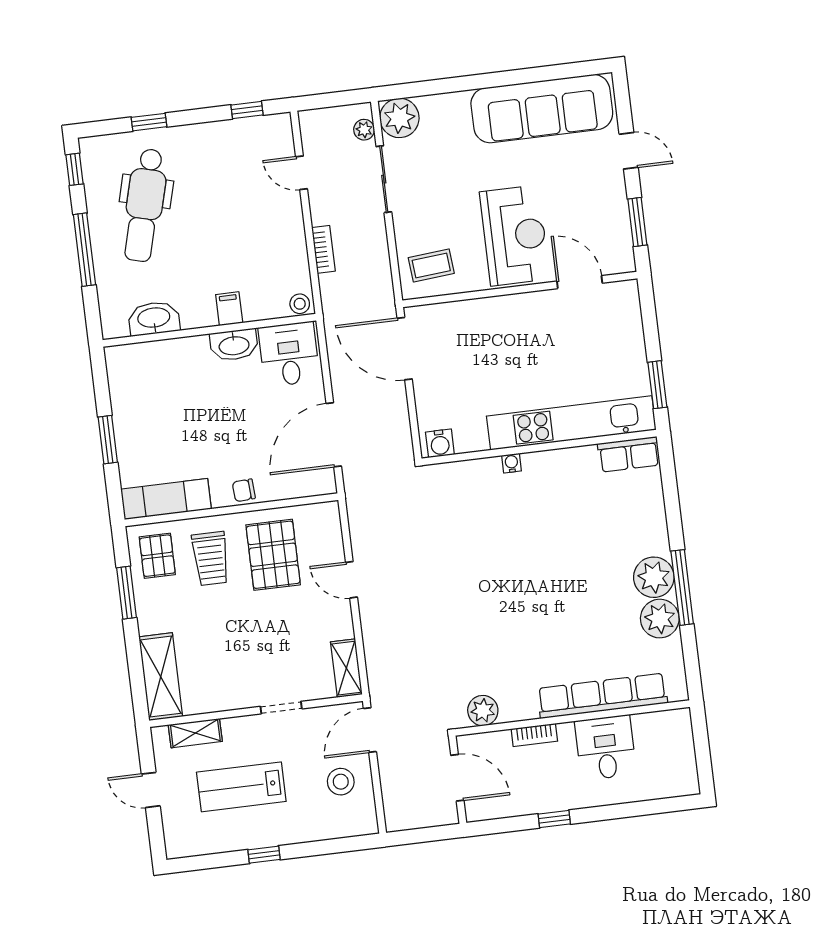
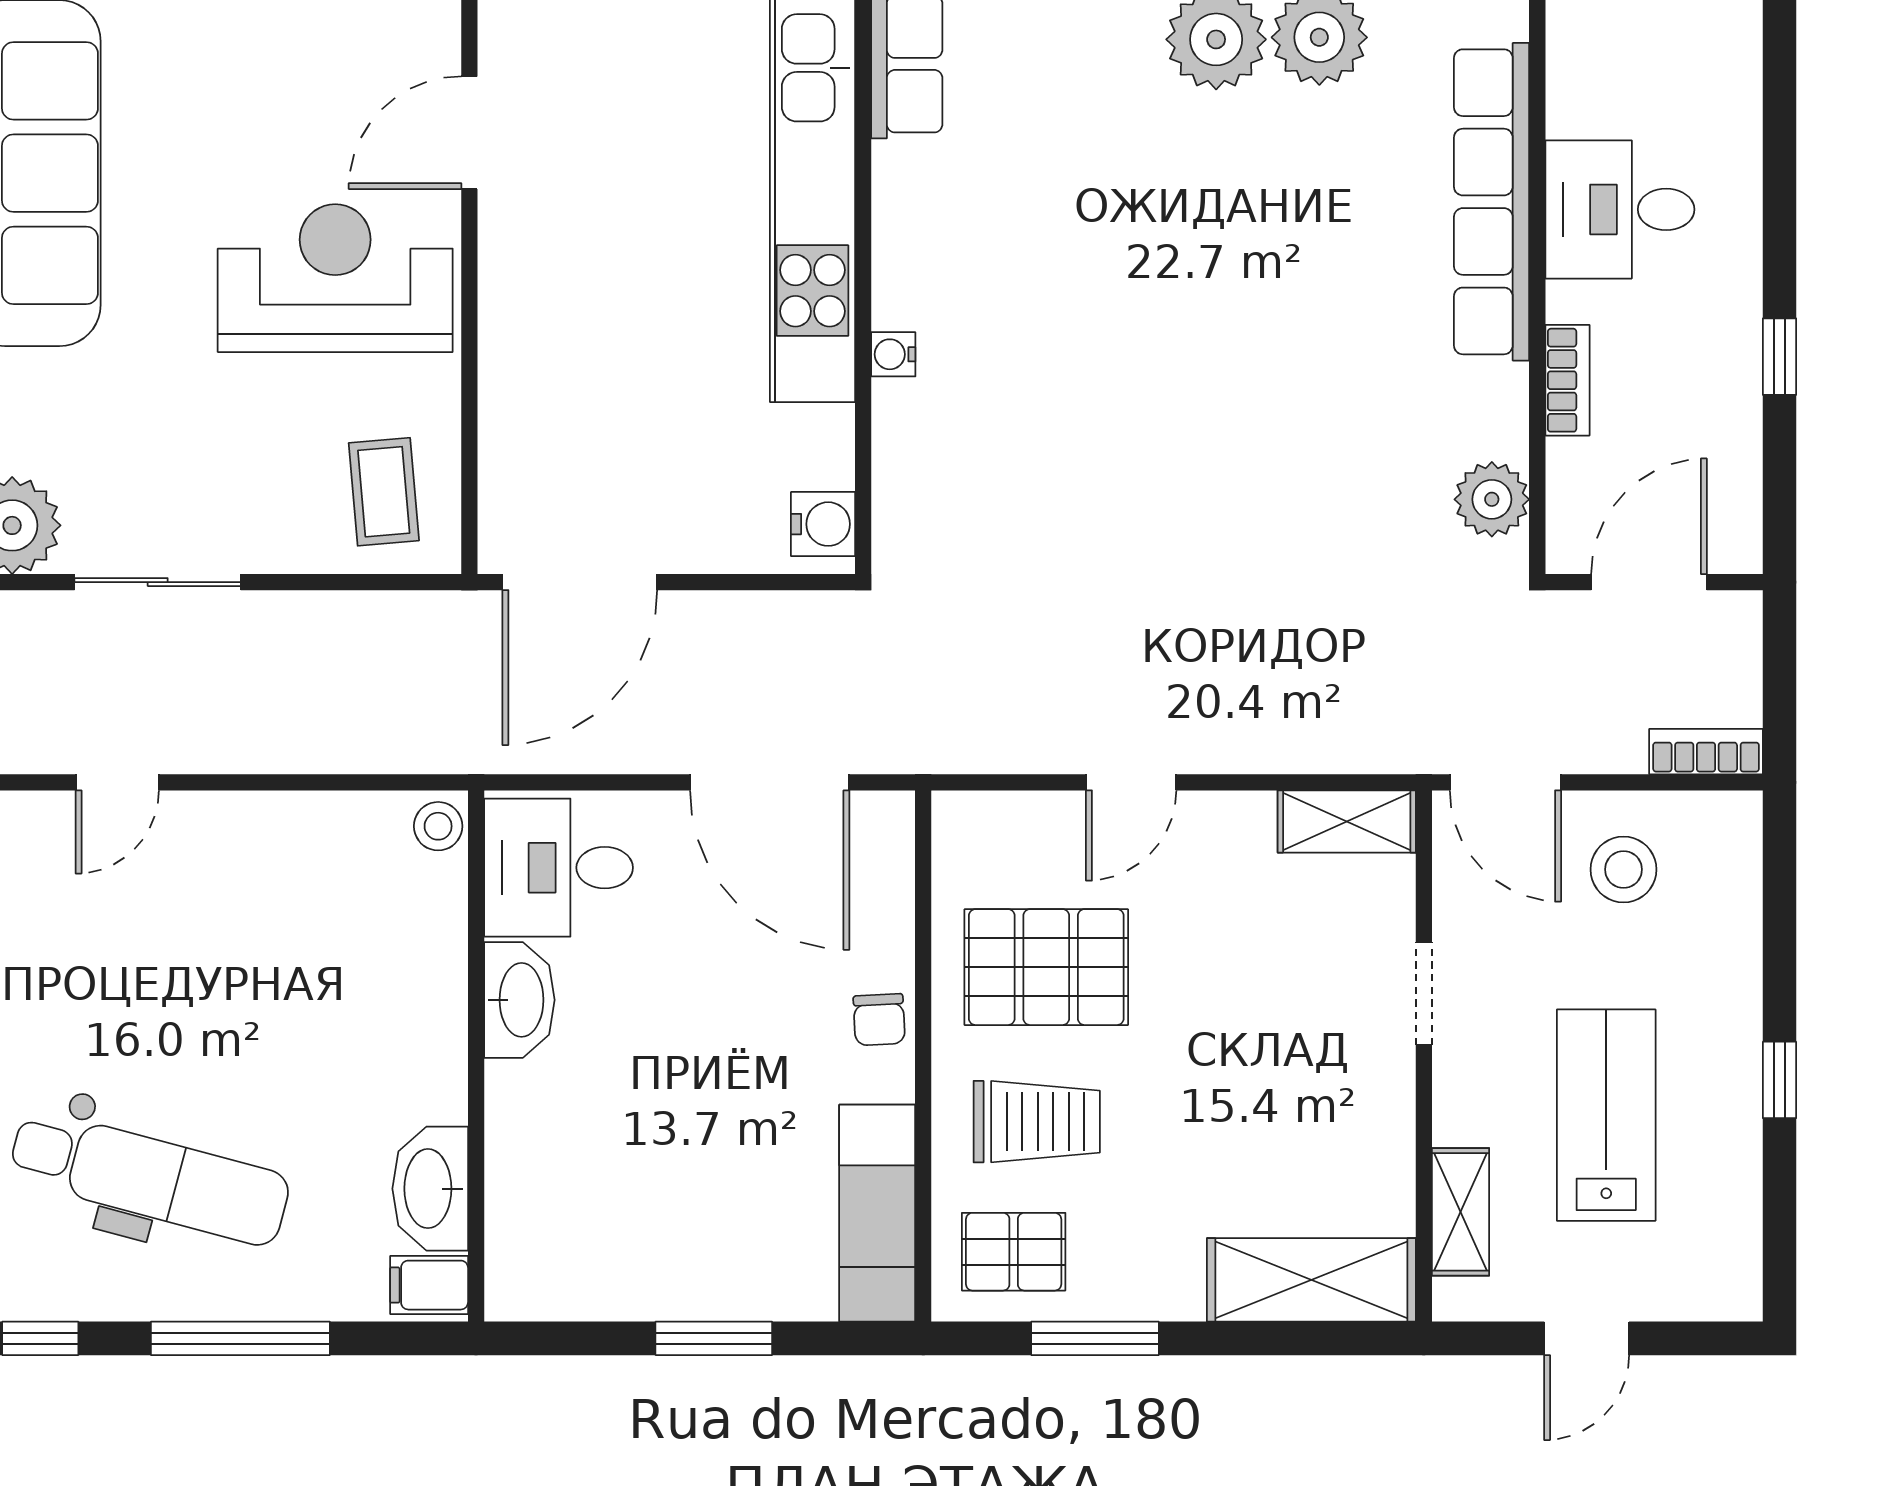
plant: (364, 130) -> (30, 616), removed
bookcase: (323, 249) -> (1706, 752), moved
filing cabinet: (229, 309) -> (429, 1285), moved
lab bench: (241, 787) -> (1606, 1115), turned 180

